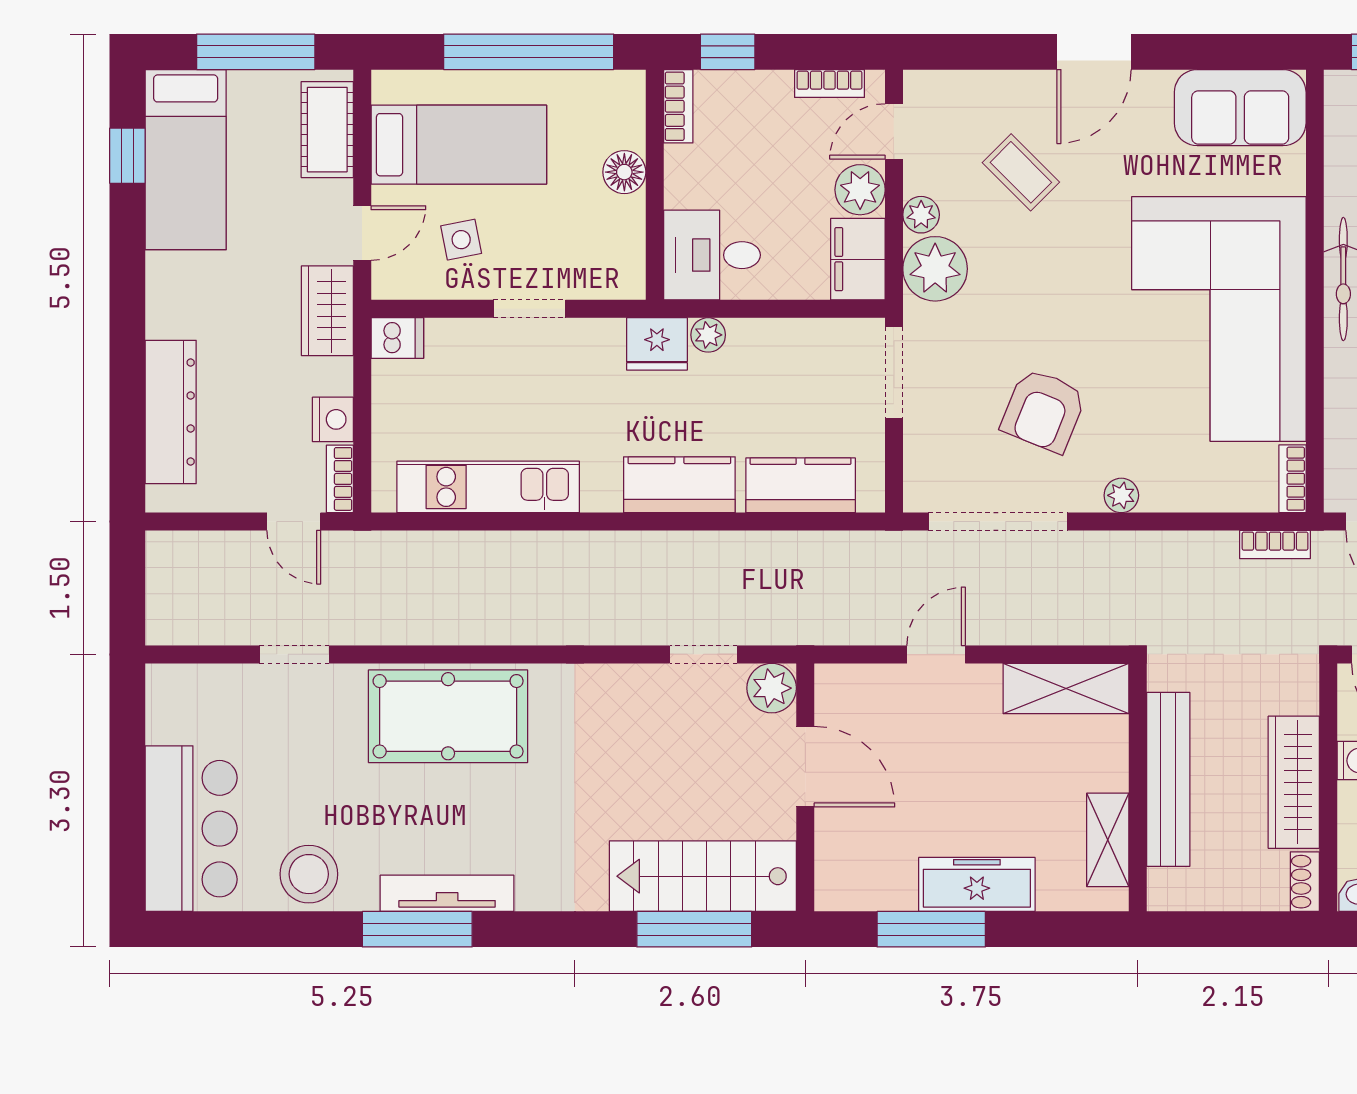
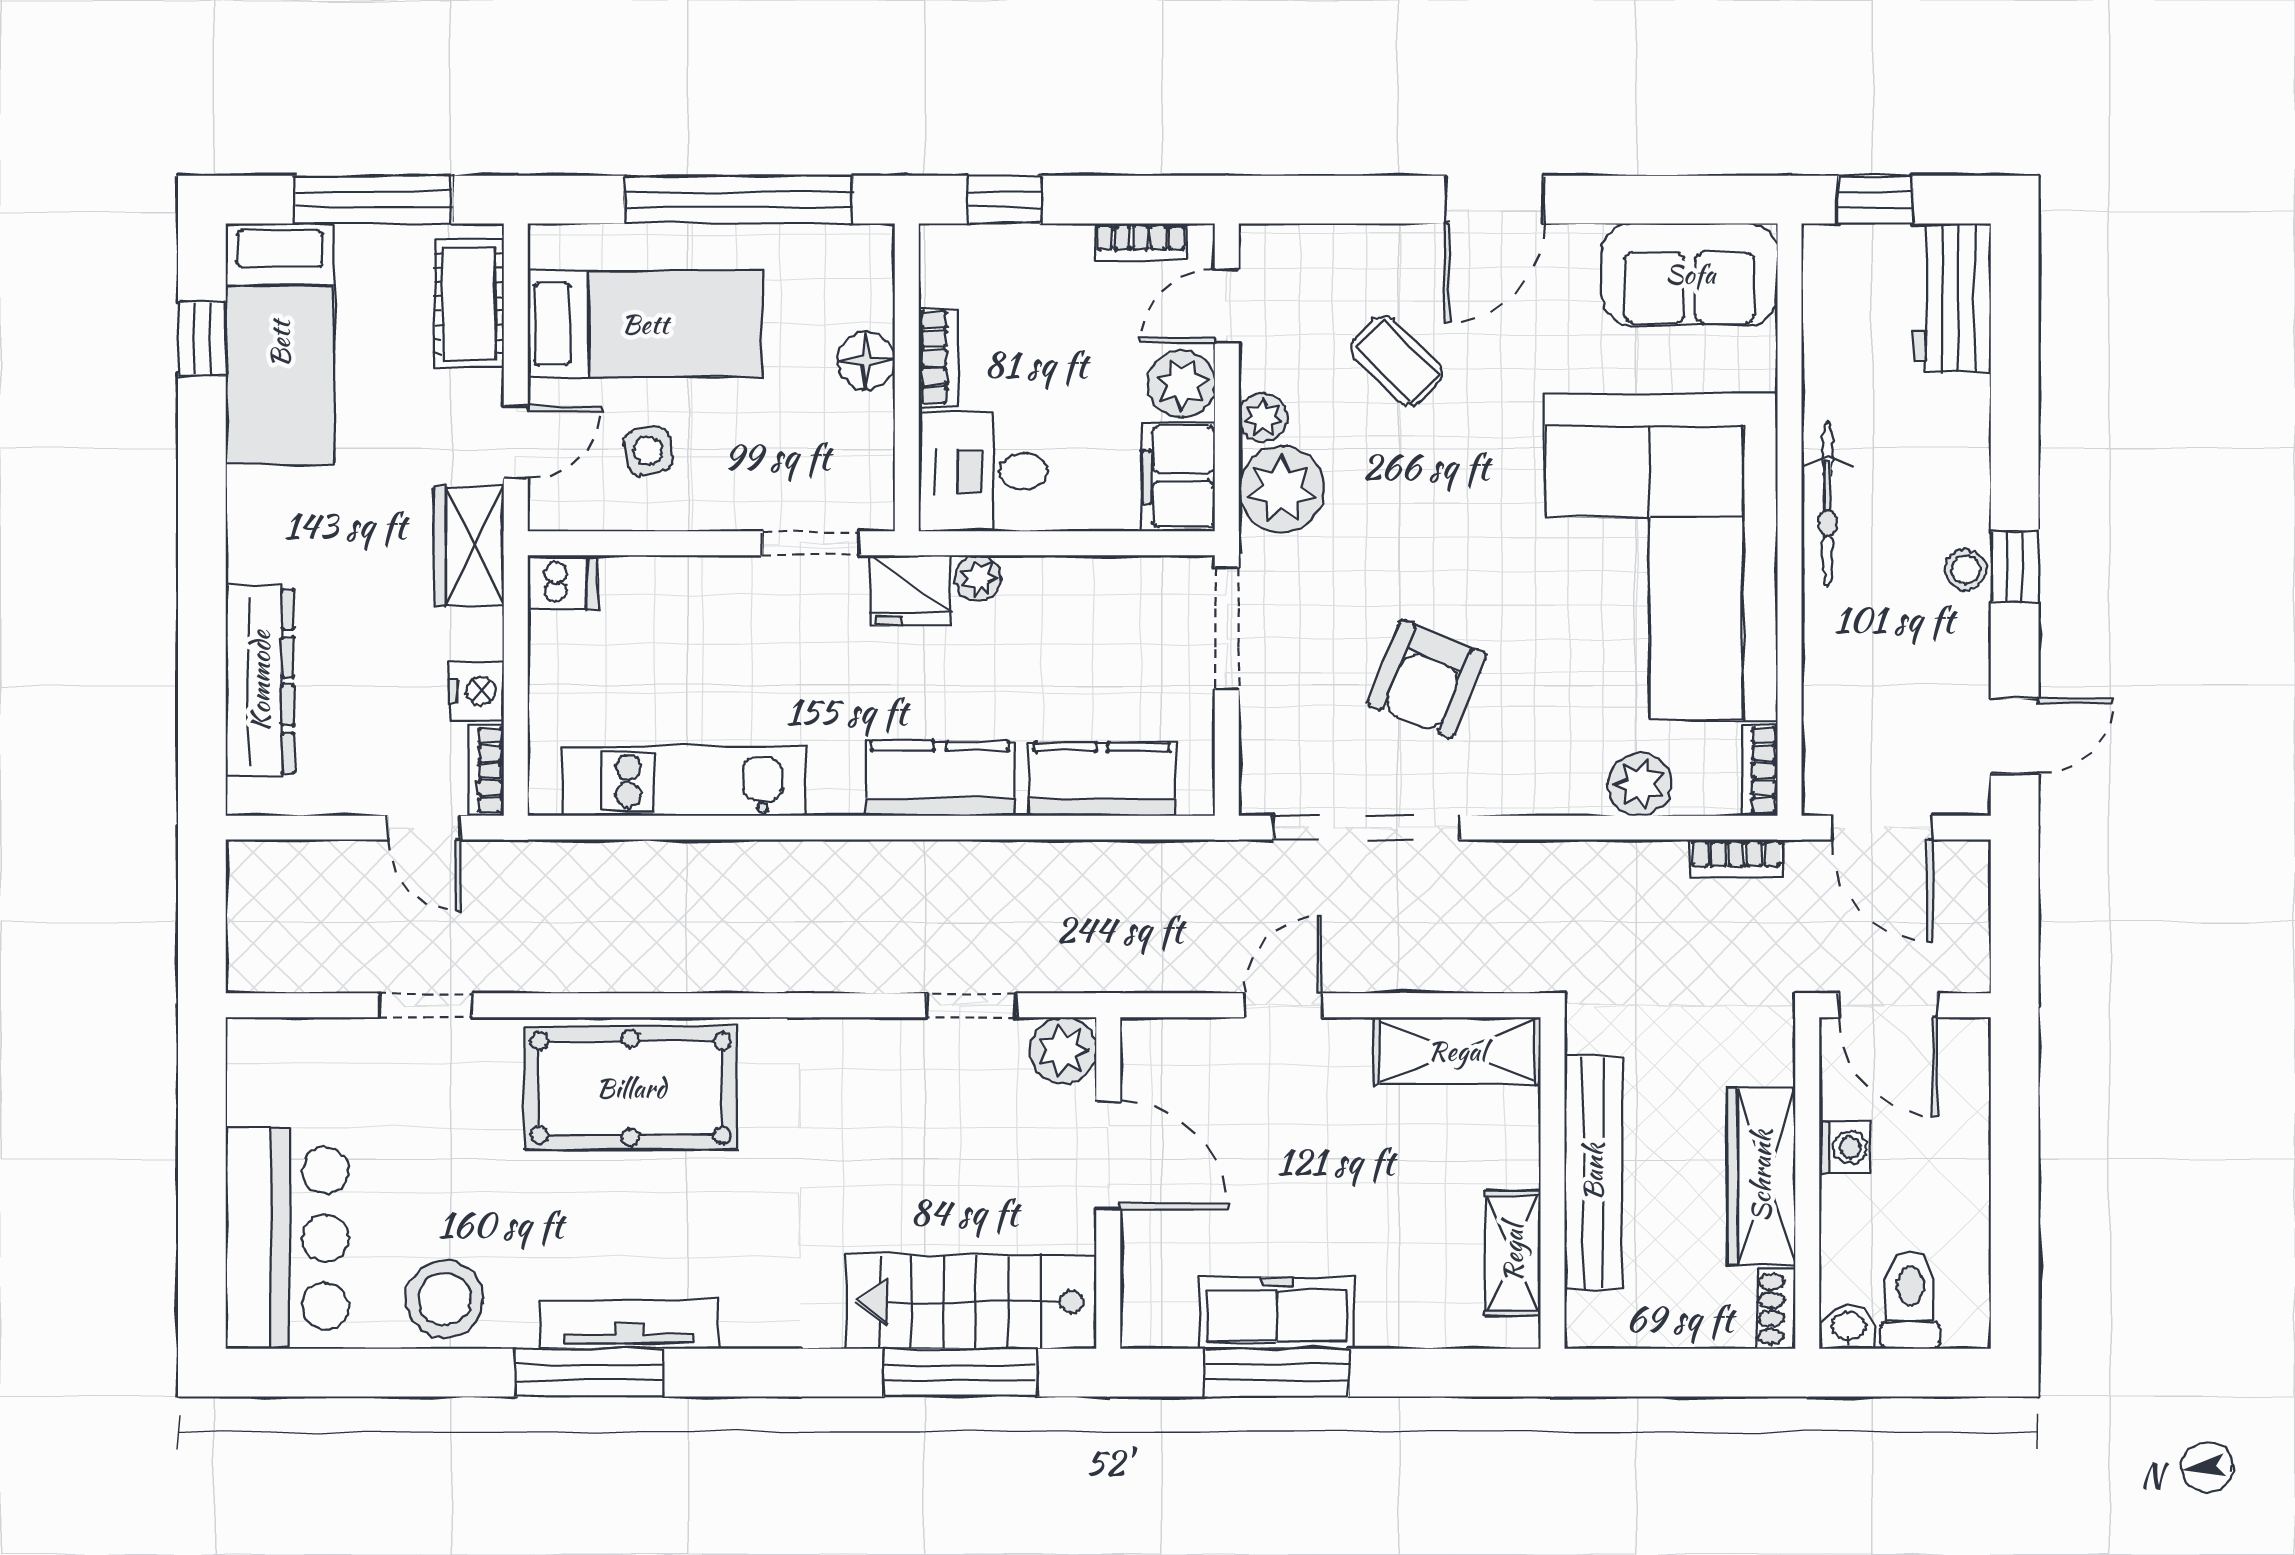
bookcase: (678, 106) -> (938, 358), moved
doorway: (529, 309) -> (811, 543), moved
plant: (1121, 495) -> (1640, 784), moved, width x1.38, depth x1.38
freezer: (977, 884) -> (1277, 1313), moved

